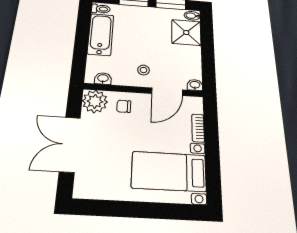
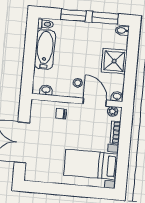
shower: (186, 32) -> (114, 61), moved
door: (167, 92) -> (95, 102), swing flipped
plant: (95, 101) -> (113, 111), moved, width x0.53, depth x0.53

